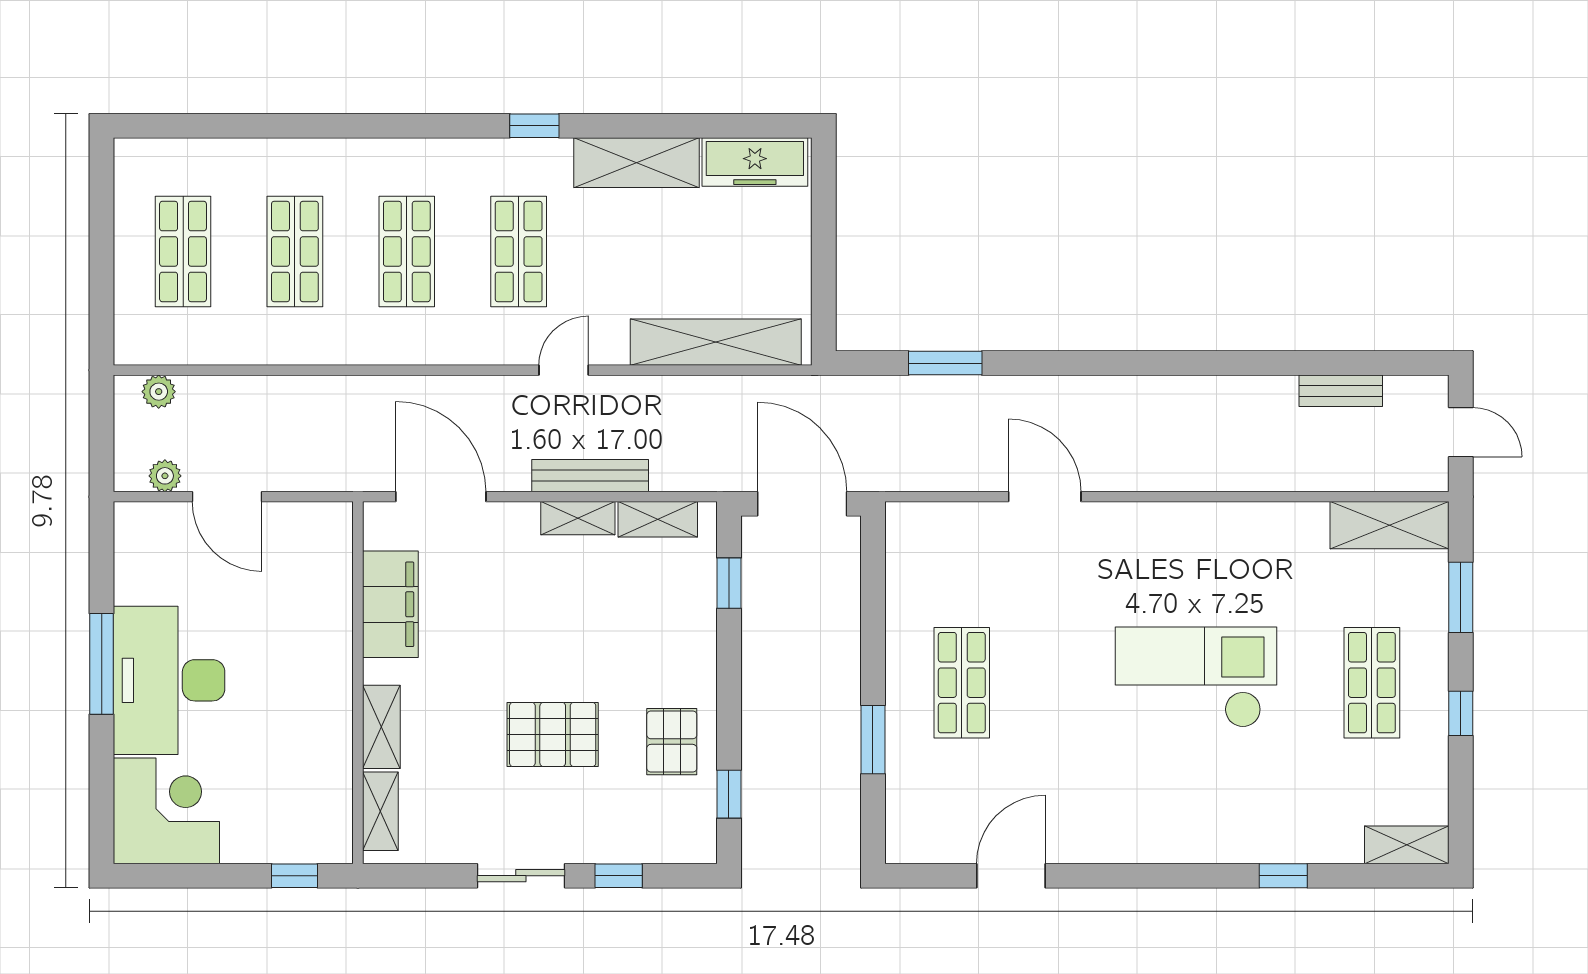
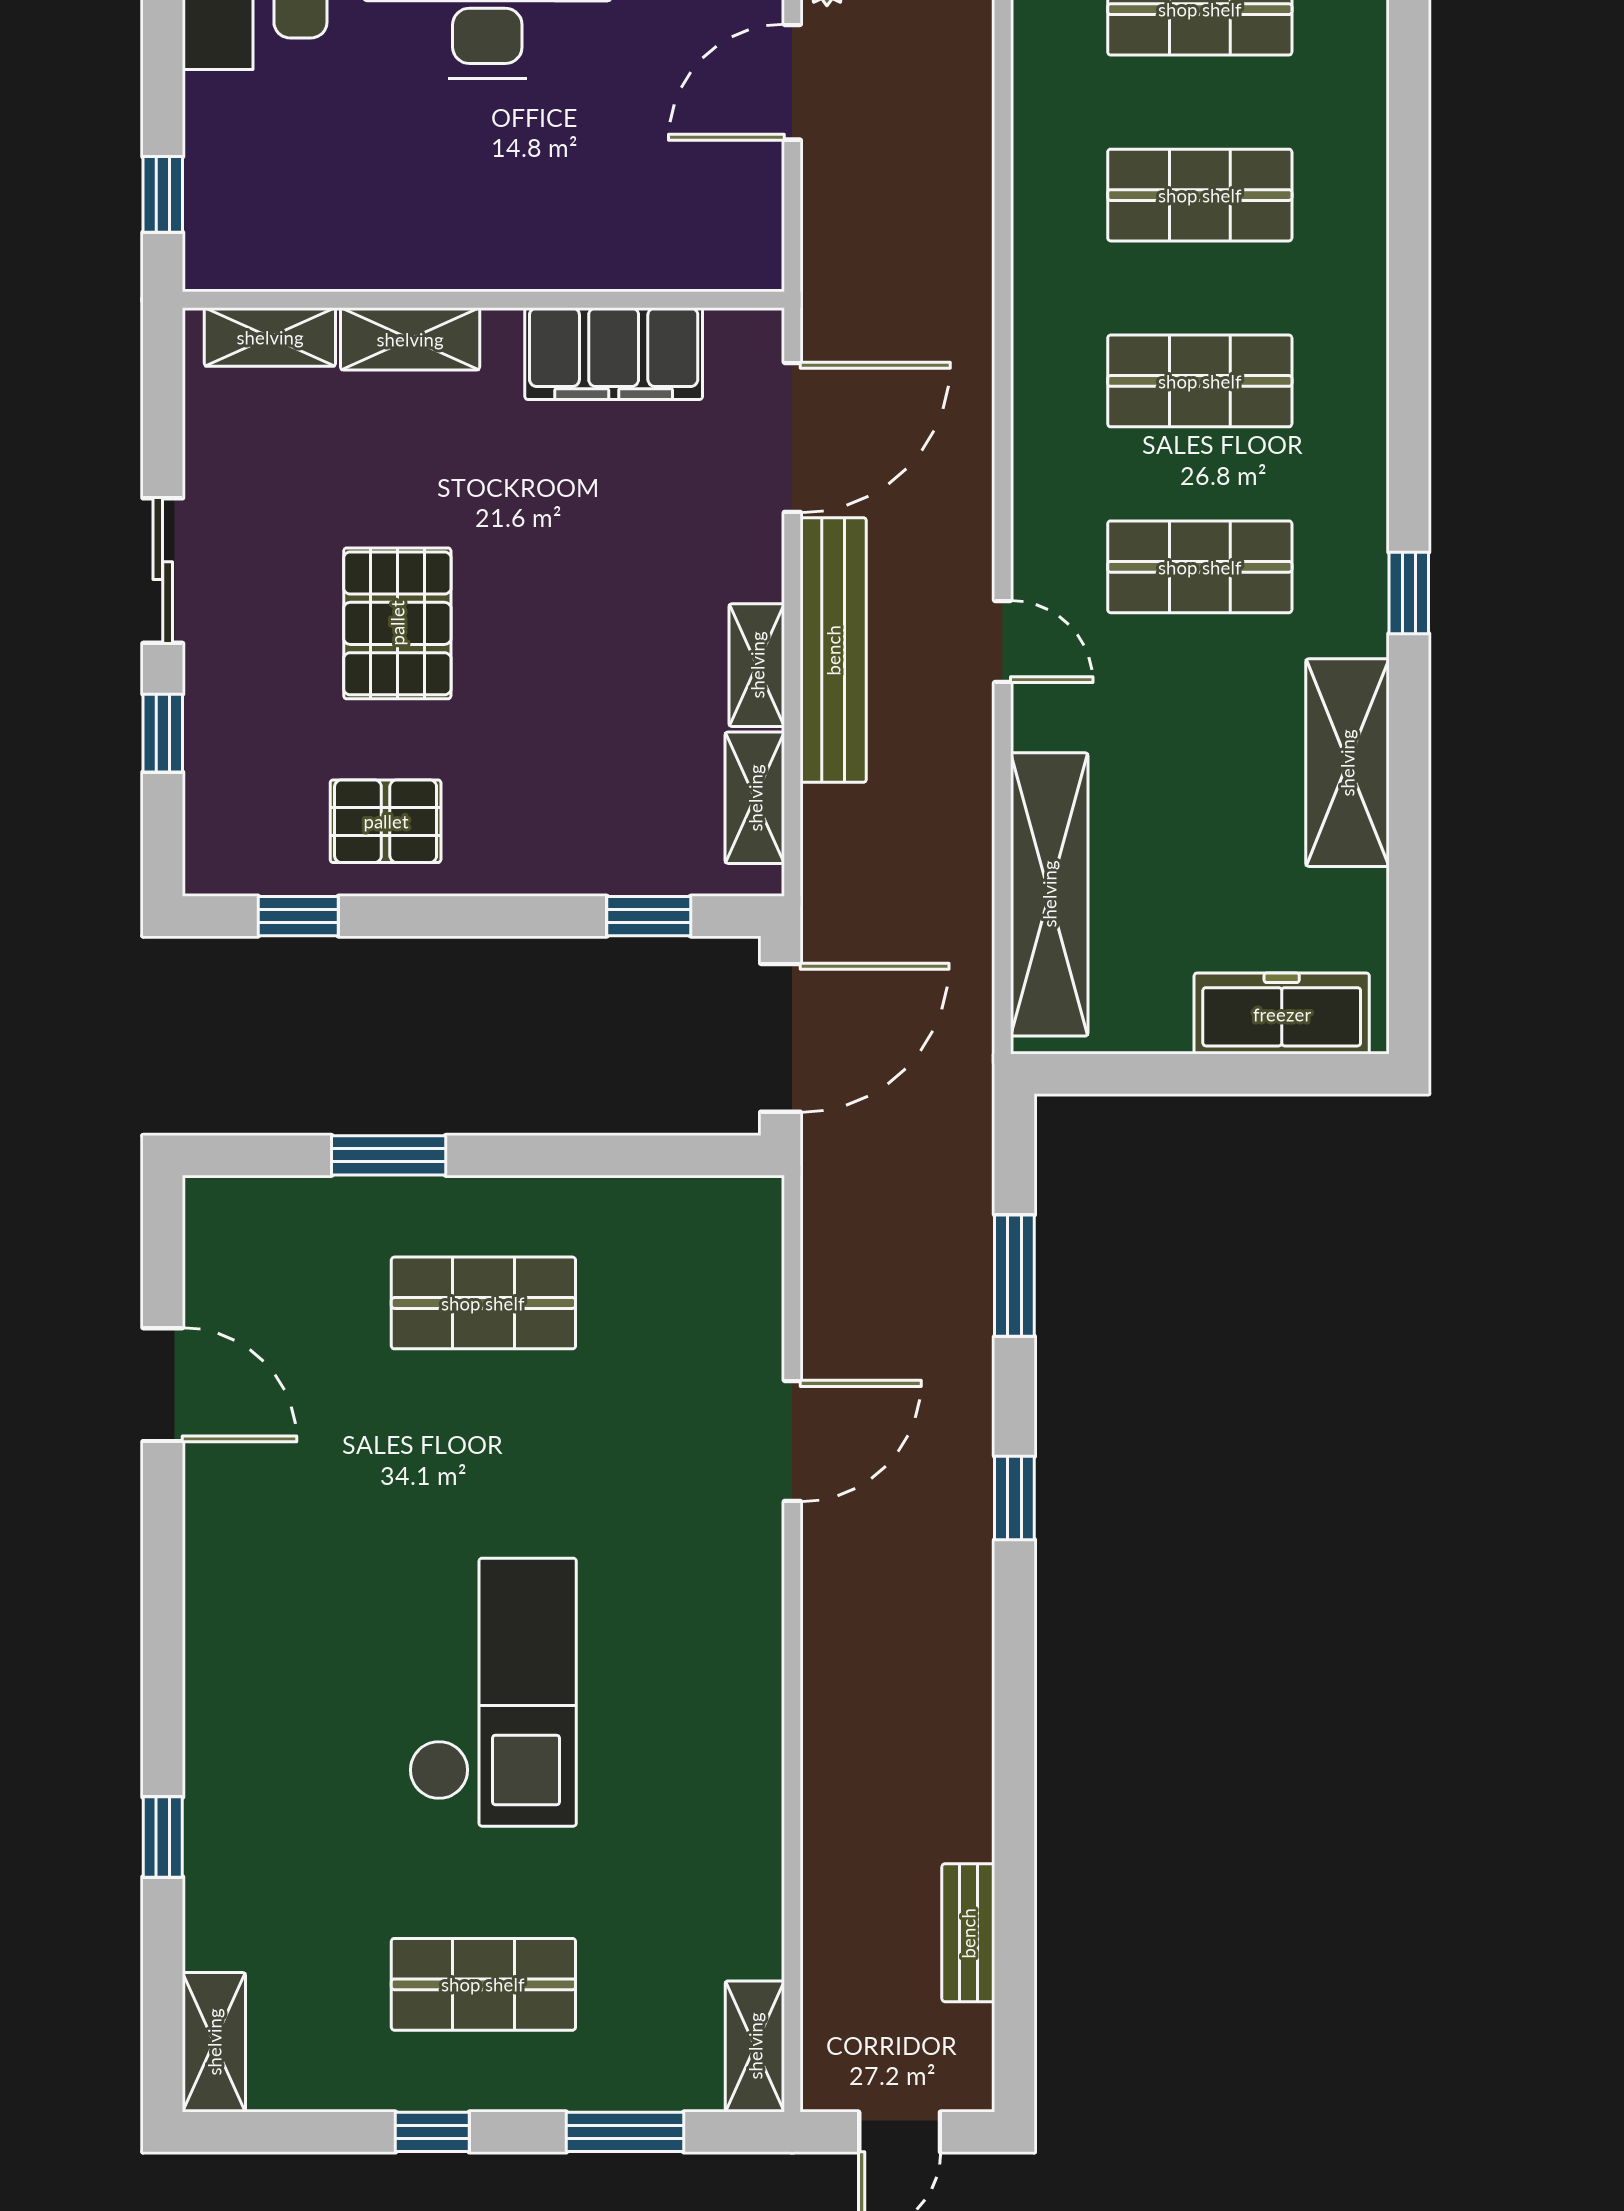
freezer: (755, 162) -> (1282, 1014), moved, turned 90
window: (1079, 363) -> (1014, 1498), added
bench: (590, 476) -> (833, 650), width x1.37, depth x1.21
shelving: (1389, 525) -> (755, 2046), width x0.67, depth x0.75

